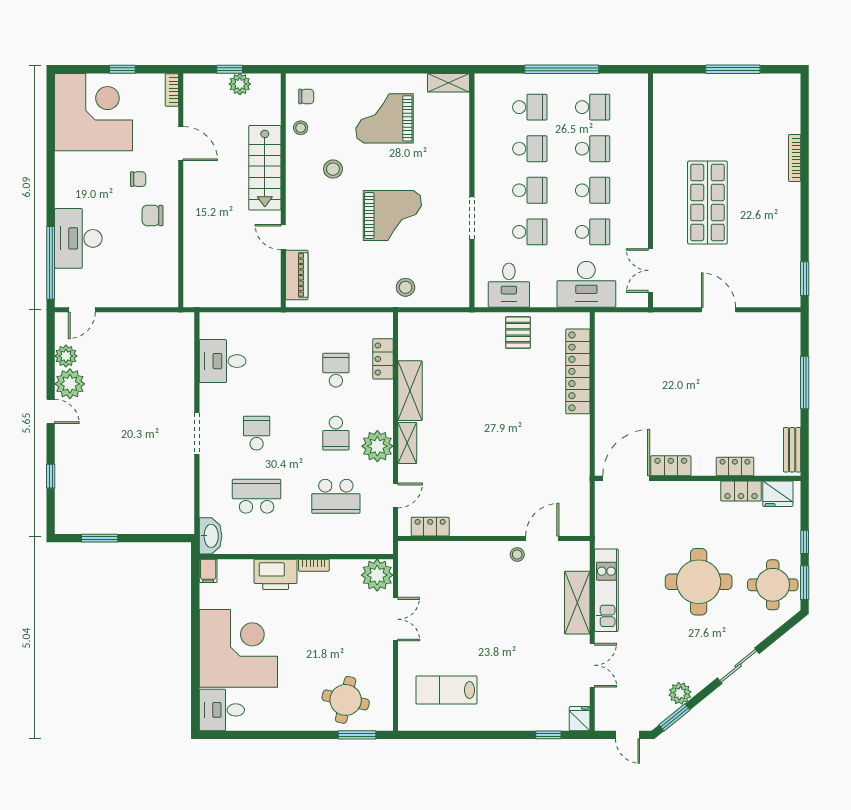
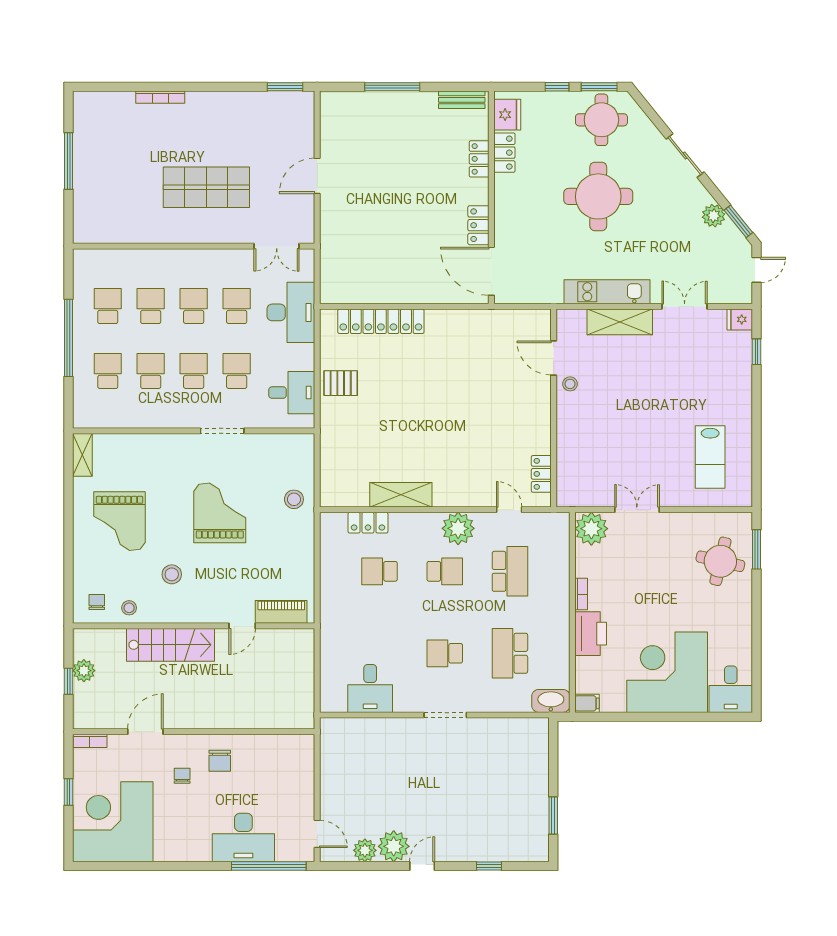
shelving: (407, 443) -> (455, 498), removed

